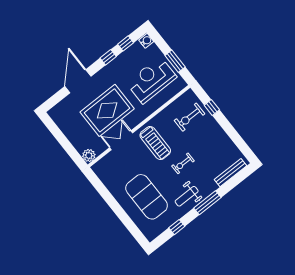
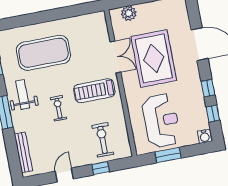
door: (232, 132) -> (64, 175), added
plant: (89, 155) -> (129, 13), moved

